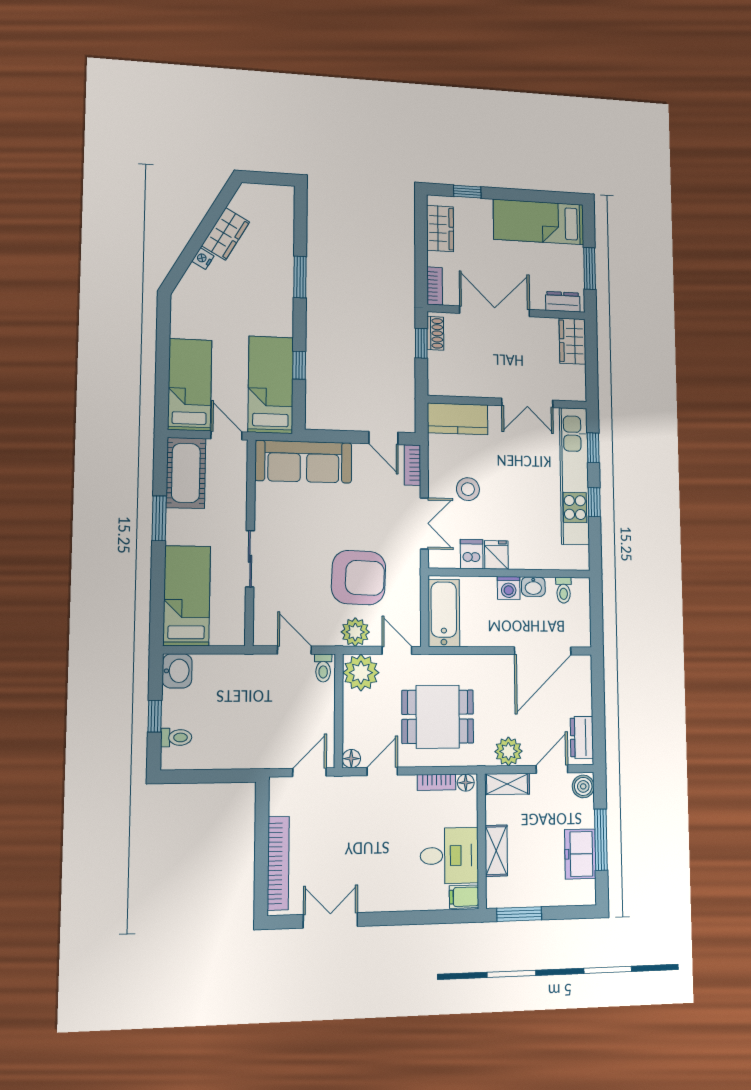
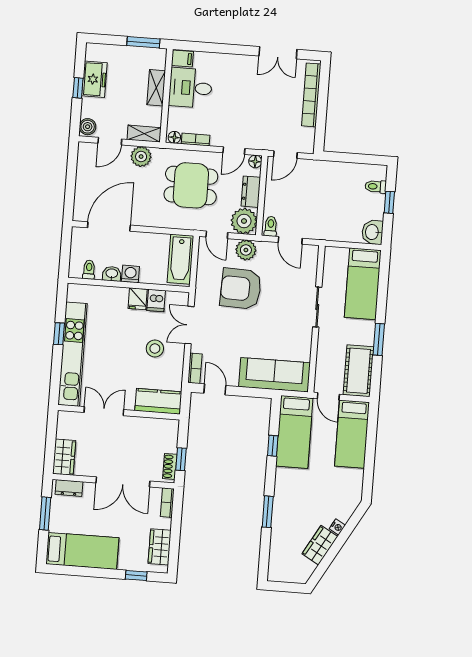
window: (593, 448) -> (56, 375), removed
dresser: (582, 737) -> (251, 192), moved, turned 180
window: (601, 840) -> (78, 88), width x0.46

